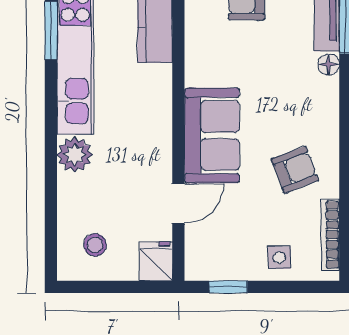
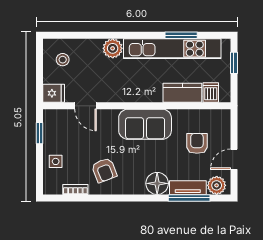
floor lamp: (329, 64) -> (157, 183), width x1.89, depth x1.89
sofa: (212, 135) -> (145, 124), moved
bookcase: (330, 235) -> (75, 190), width x0.64

